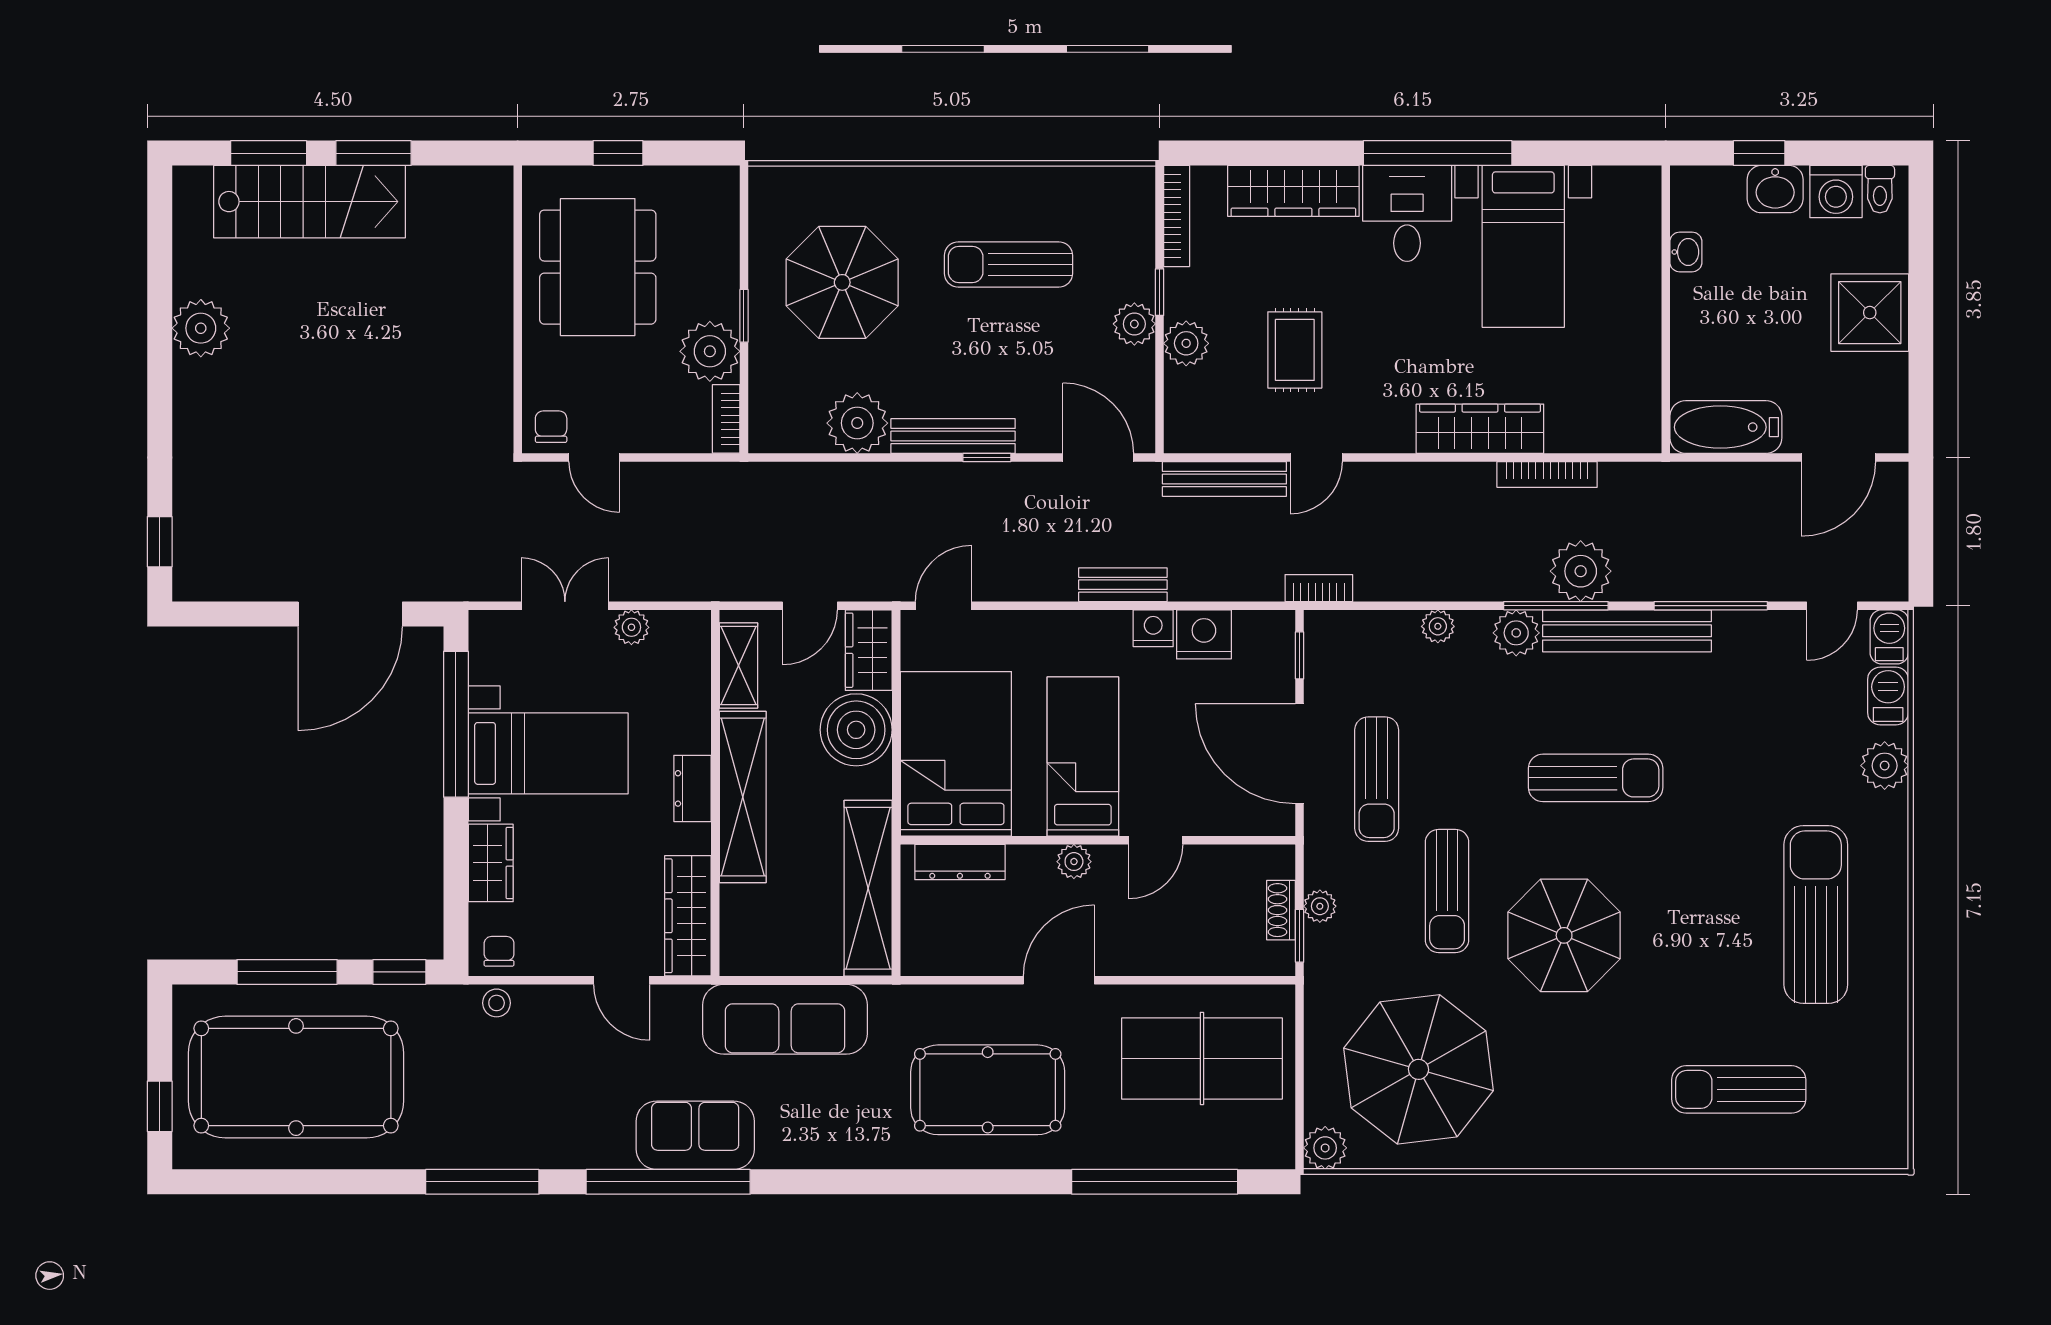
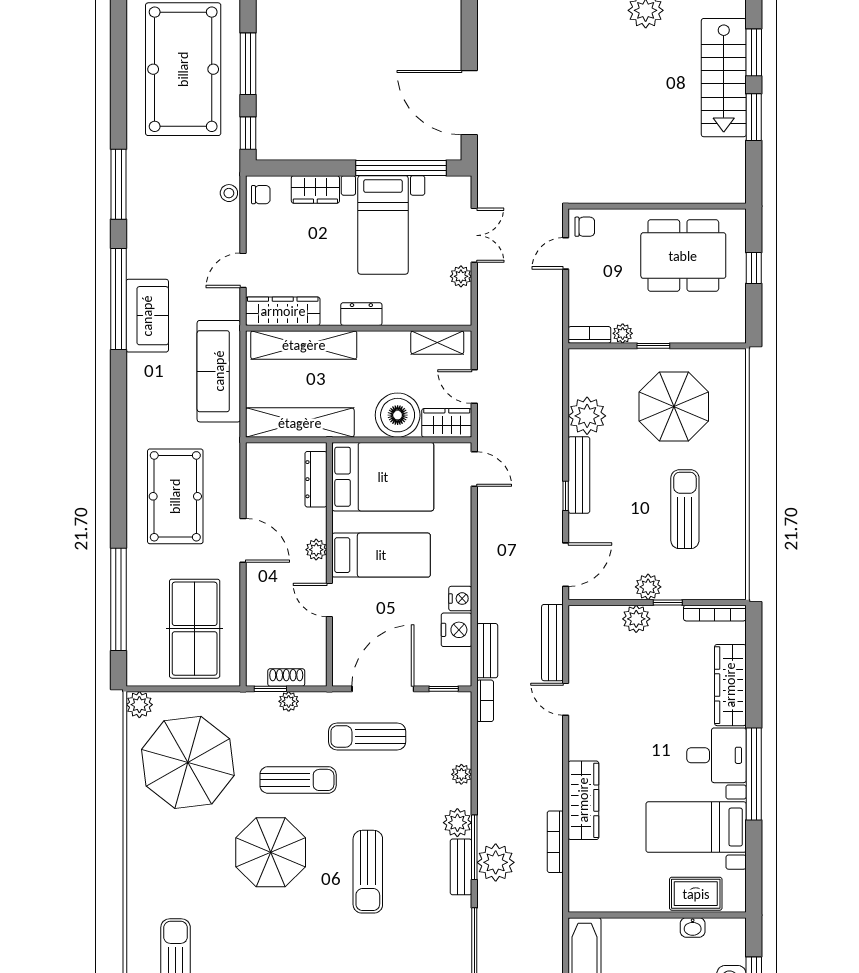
rug: (1295, 350) -> (696, 894), moved
plant: (710, 351) -> (623, 333), width x0.53, depth x0.53
bench: (1123, 585) -> (487, 651), moved
bench: (1627, 631) -> (461, 867), width x0.54, depth x0.82
shelving: (743, 797) -> (304, 345), moved
sun lounger: (1447, 891) -> (298, 780), turned 180

